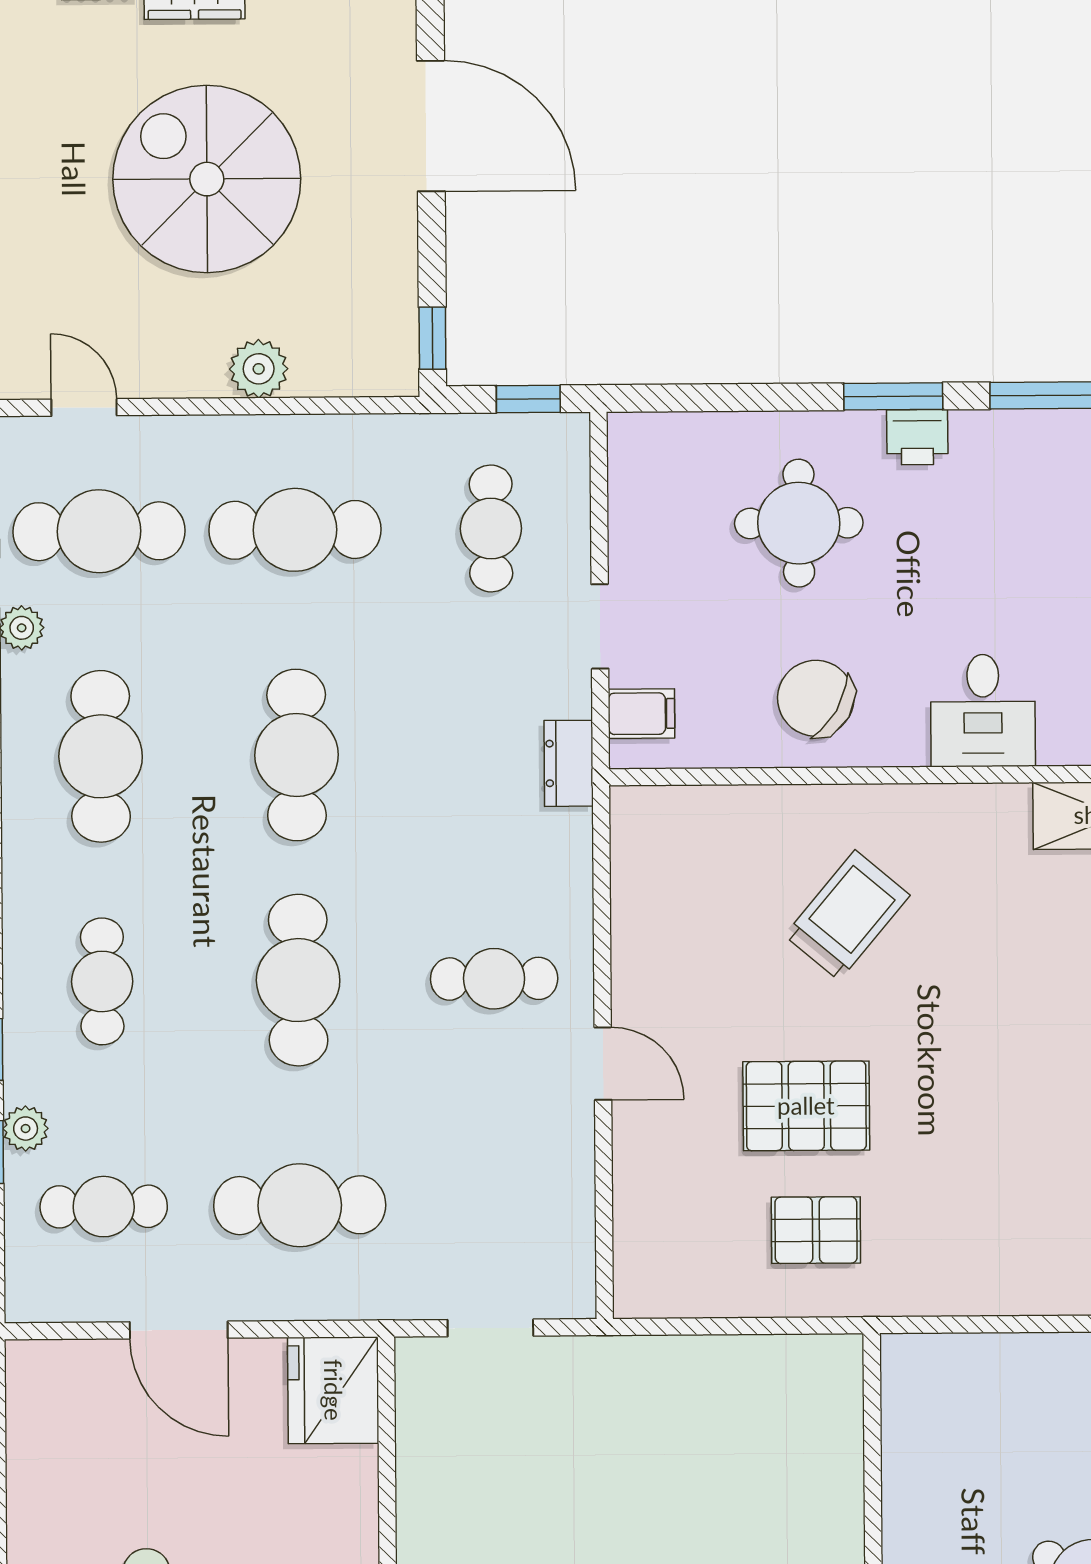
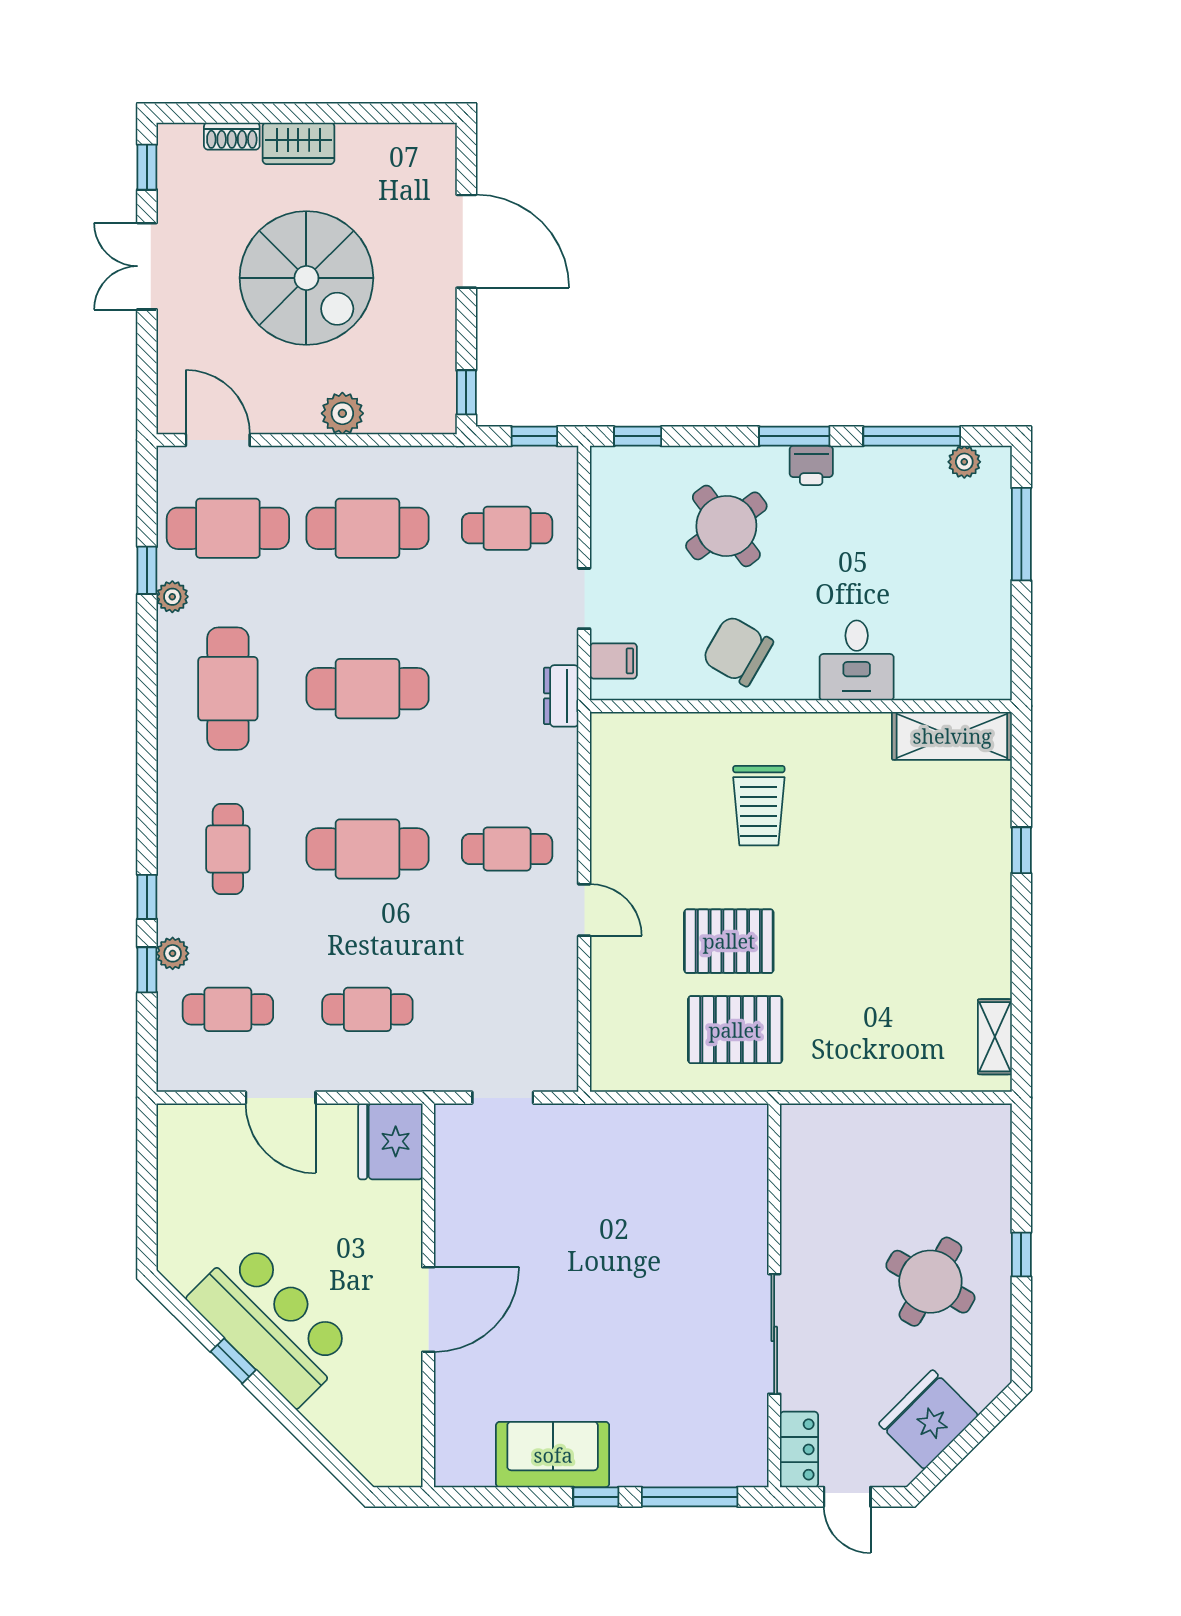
spiral stairs: (207, 179) -> (306, 278), turned 180
window: (673, 398) -> (638, 436), added
door: (84, 407) -> (218, 440), width x1.38
round table: (799, 523) -> (726, 526), turned -37
cafe table: (491, 528) -> (507, 528), turned 90
cafe table: (297, 755) -> (367, 689), turned 90
trolley: (847, 915) -> (759, 806), turned 140
cafe table: (298, 980) -> (367, 849), turned 90
cafe table: (300, 1205) -> (367, 1009), width x0.73, depth x0.74
pallet: (816, 1230) -> (735, 1030), width x1.50, depth x1.42

